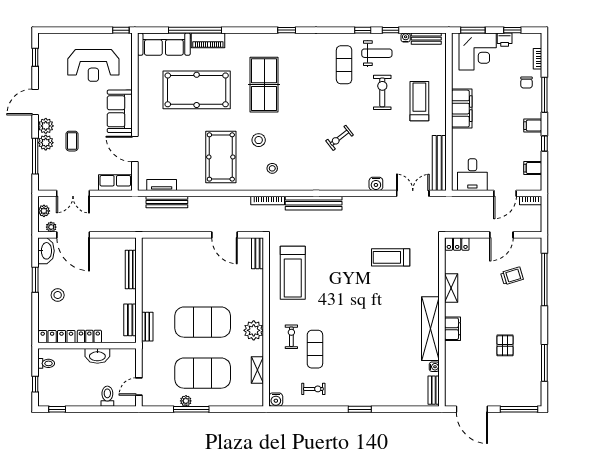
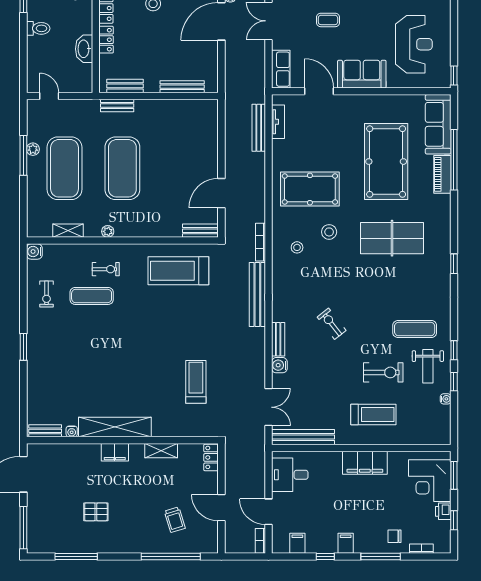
bench: (426, 39) -> (278, 339), moved
reception desk: (93, 65) -> (414, 44), turned 180
door: (135, 149) -> (319, 91), hinge flipped
plant: (254, 330) -> (108, 231), width x0.53, depth x0.53
toilet: (107, 396) -> (38, 28), moved

